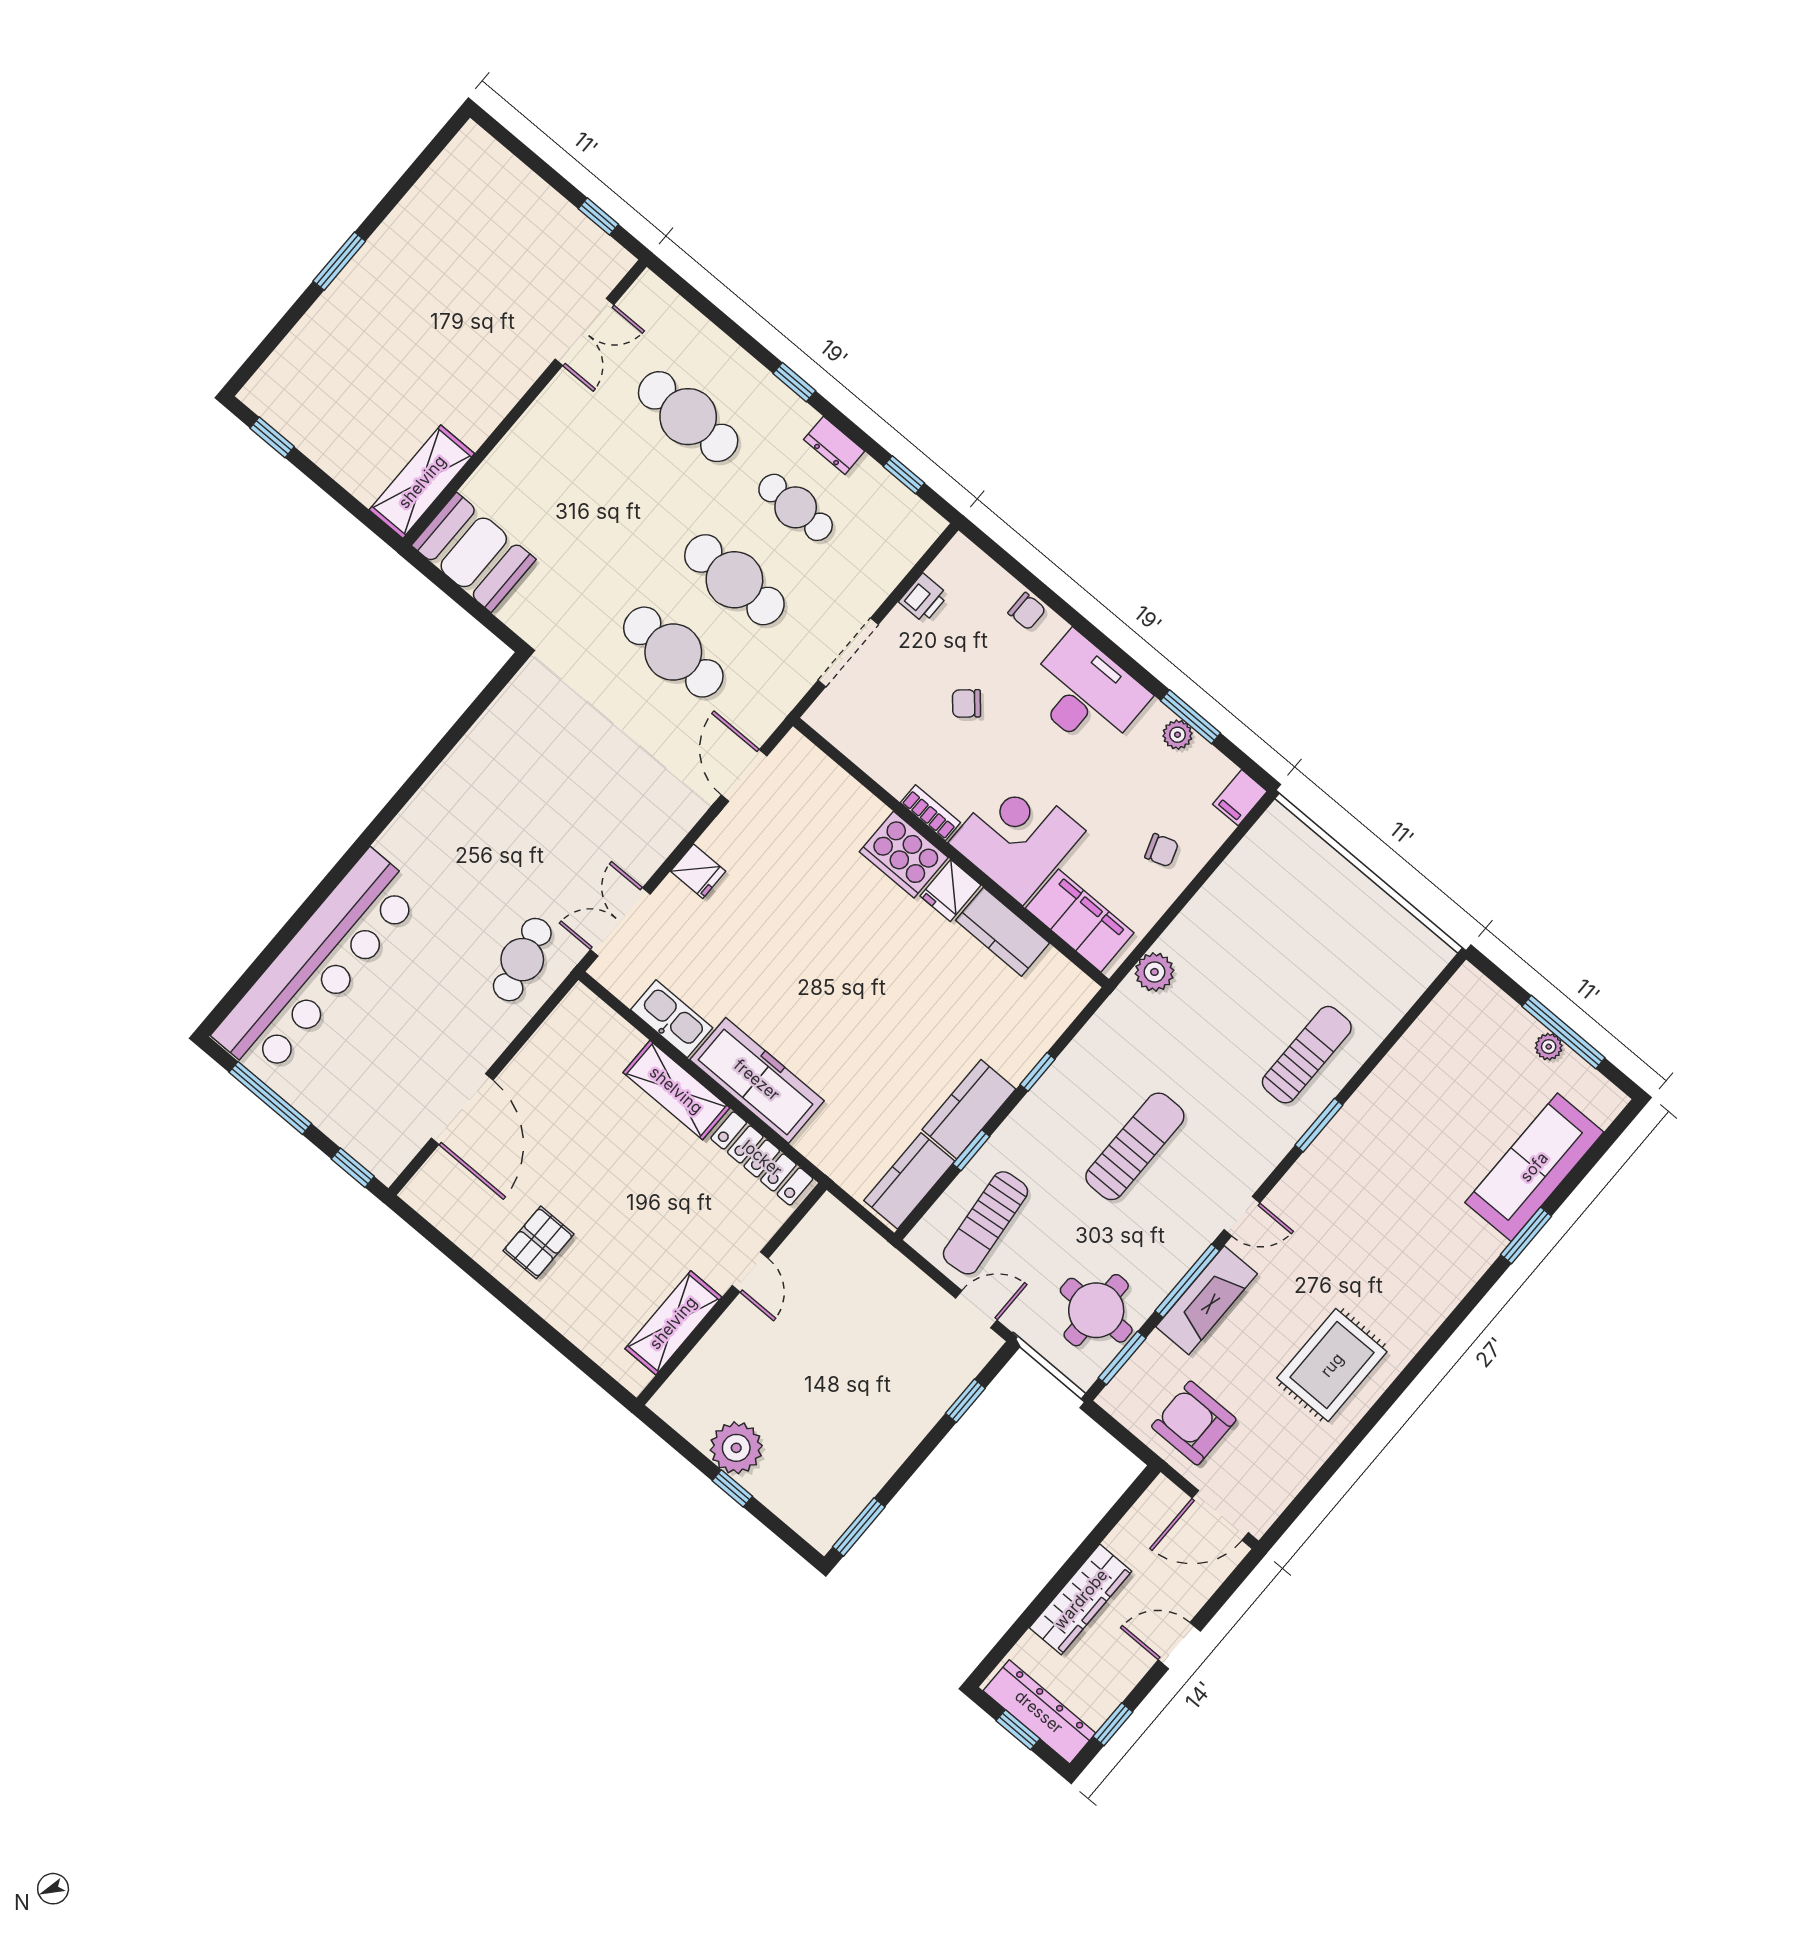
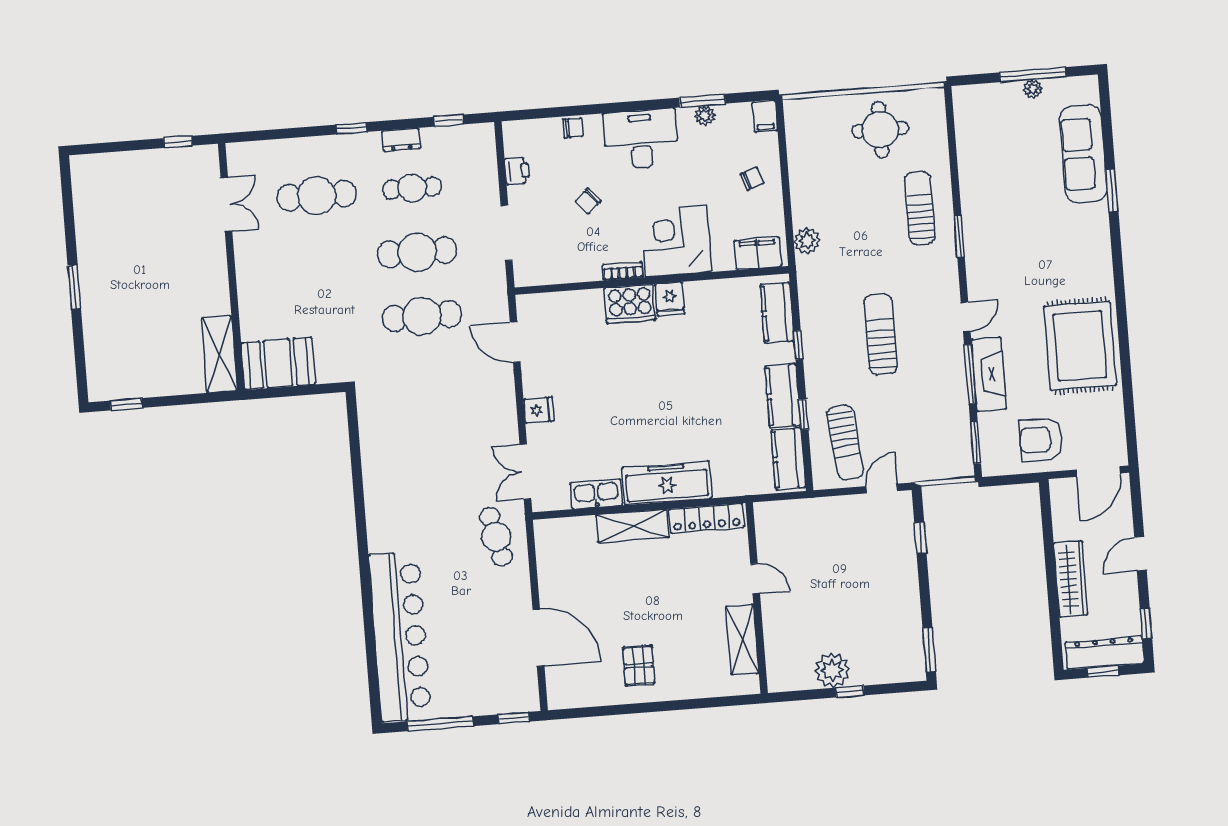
filing cabinet: (1080, 921) -> (758, 253), width x0.67, depth x0.86
kitchen counter: (1002, 932) -> (777, 313), moved, turned 90
round table: (1096, 1310) -> (880, 130), moved
rug: (1332, 1365) -> (1080, 346), width x1.37, depth x1.44

